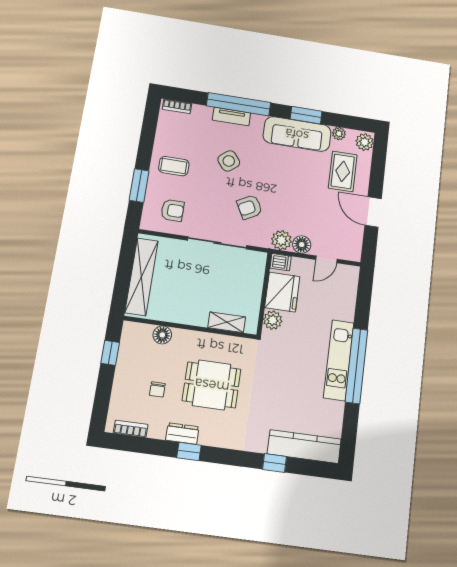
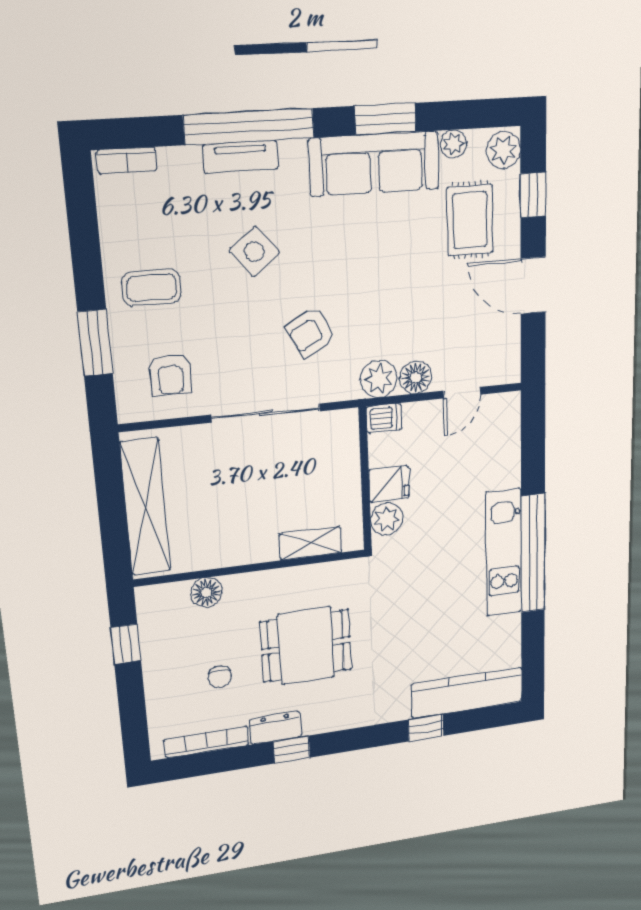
window: (378, 167) -> (533, 195), added
armchair: (172, 210) -> (170, 374), turned 90
fridge: (282, 292) -> (389, 484), width x0.53, depth x0.75
bookcase: (131, 429) -> (207, 742), width x1.56

